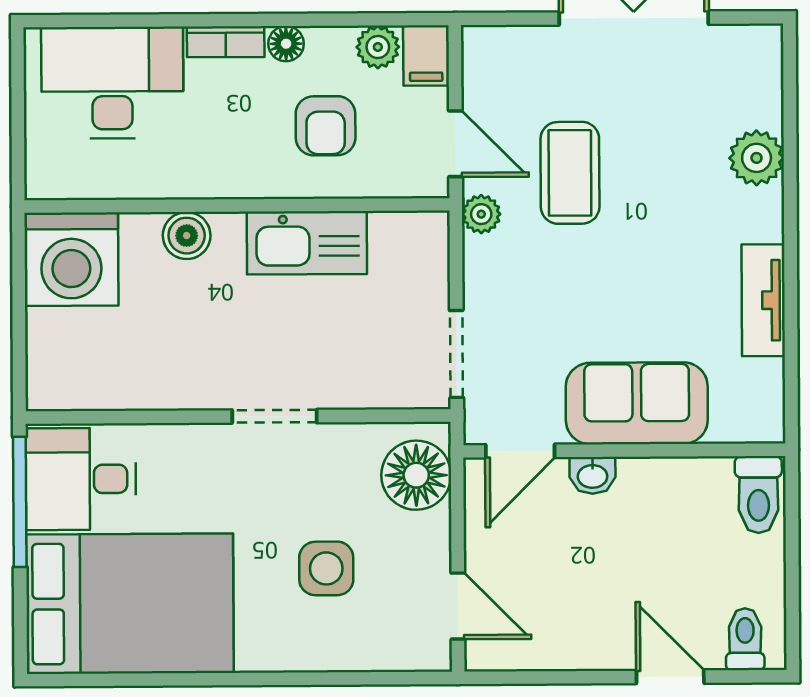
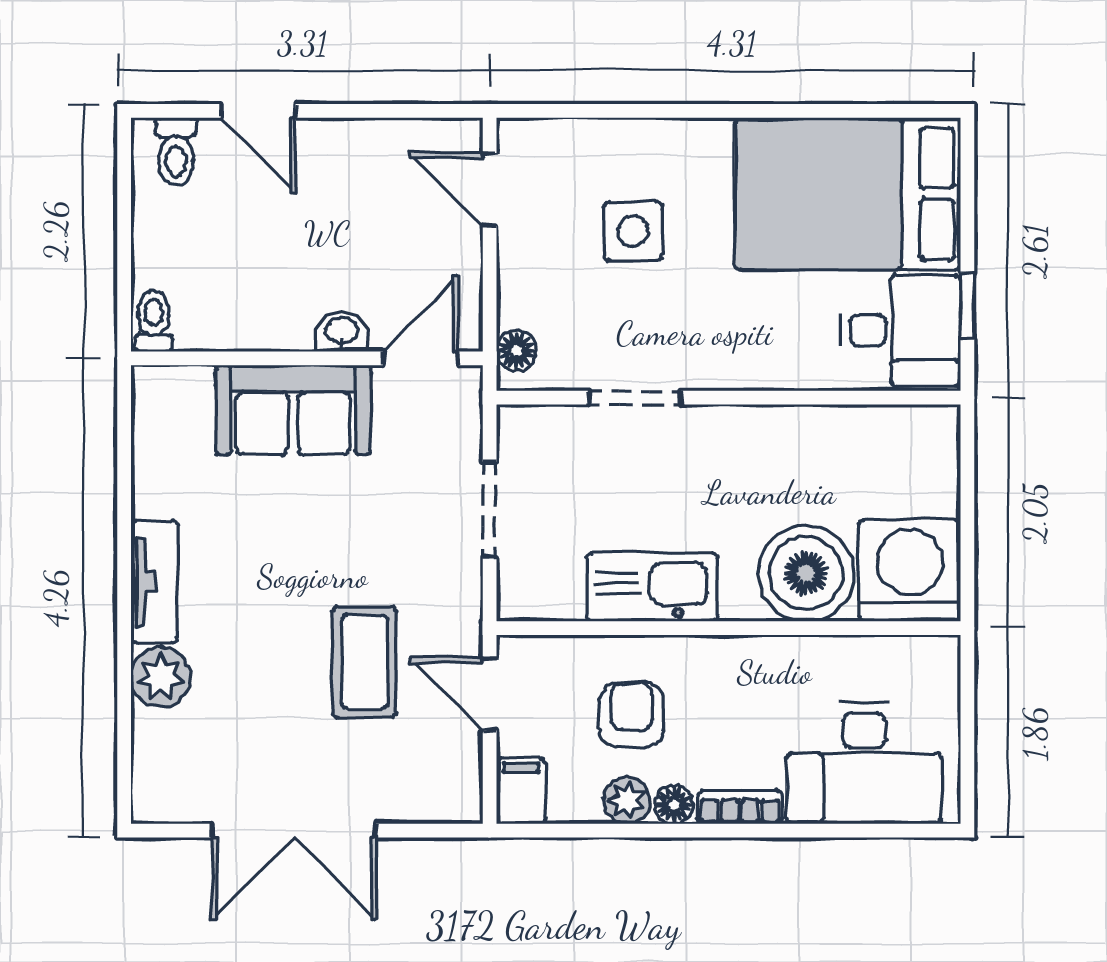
plant: (378, 47) -> (627, 800), moved
plant: (481, 214) -> (462, 617), removed
boiler: (187, 236) -> (806, 573), width x1.86, depth x1.86
tv unit: (763, 300) -> (154, 582), moved
doorway: (457, 354) -> (490, 510), moved
doorway: (275, 416) -> (635, 398), moved
floor lamp: (416, 475) -> (516, 350), width x0.53, depth x0.53
toilet: (758, 495) -> (154, 321), width x0.73, depth x0.72
window: (20, 502) -> (967, 306), width x0.46

